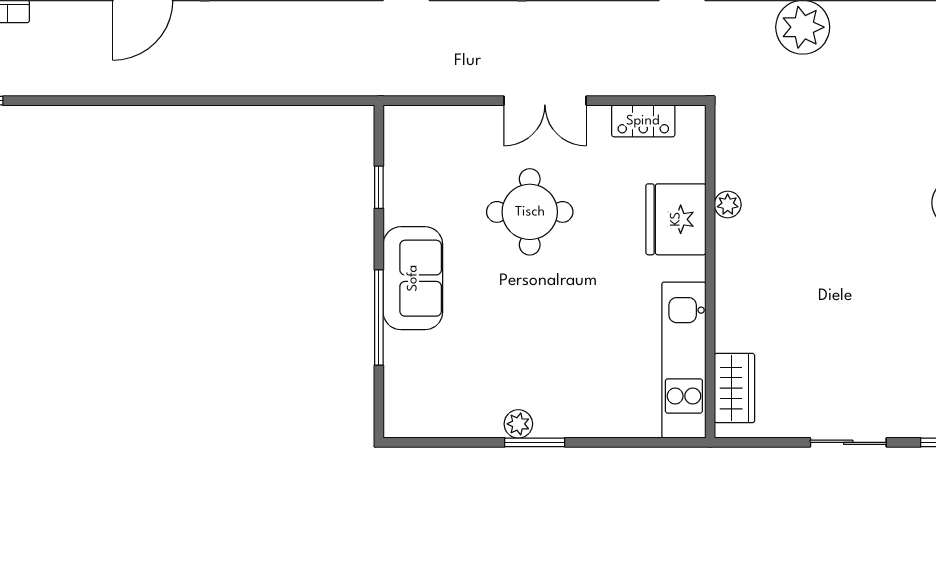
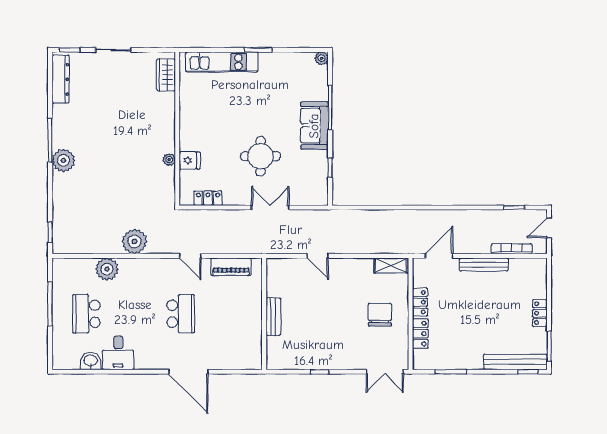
double door: (545, 101) -> (270, 208), moved
fridge: (676, 219) -> (190, 160), width x0.53, depth x0.75
kitchen unit: (684, 360) -> (222, 62), moved, turned 90
plant: (518, 424) -> (322, 58), moved

